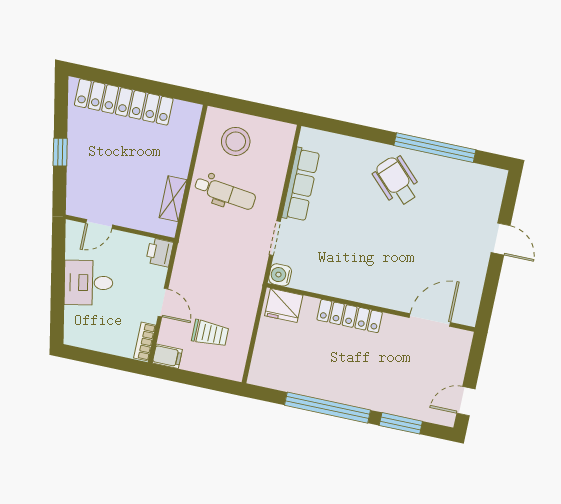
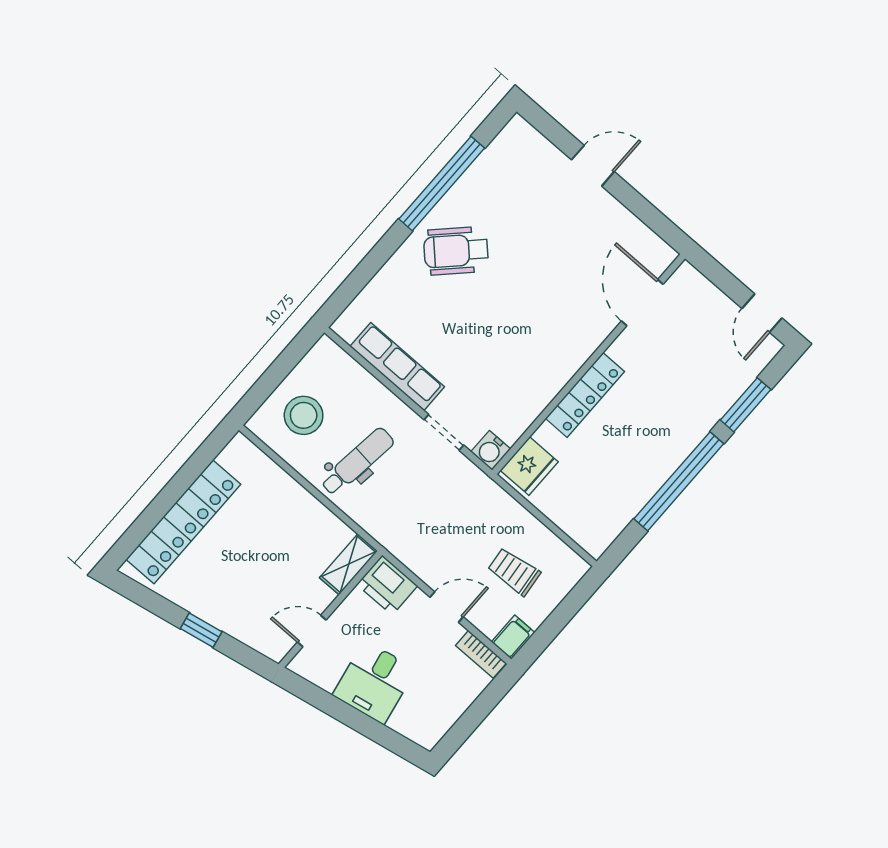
shelving: (173, 199) -> (349, 564), moved, turned 90
door: (99, 224) -> (312, 631), swing flipped
printer: (160, 252) -> (387, 585), width x1.36, depth x1.24
trolley: (210, 333) -> (514, 572), turned -96

